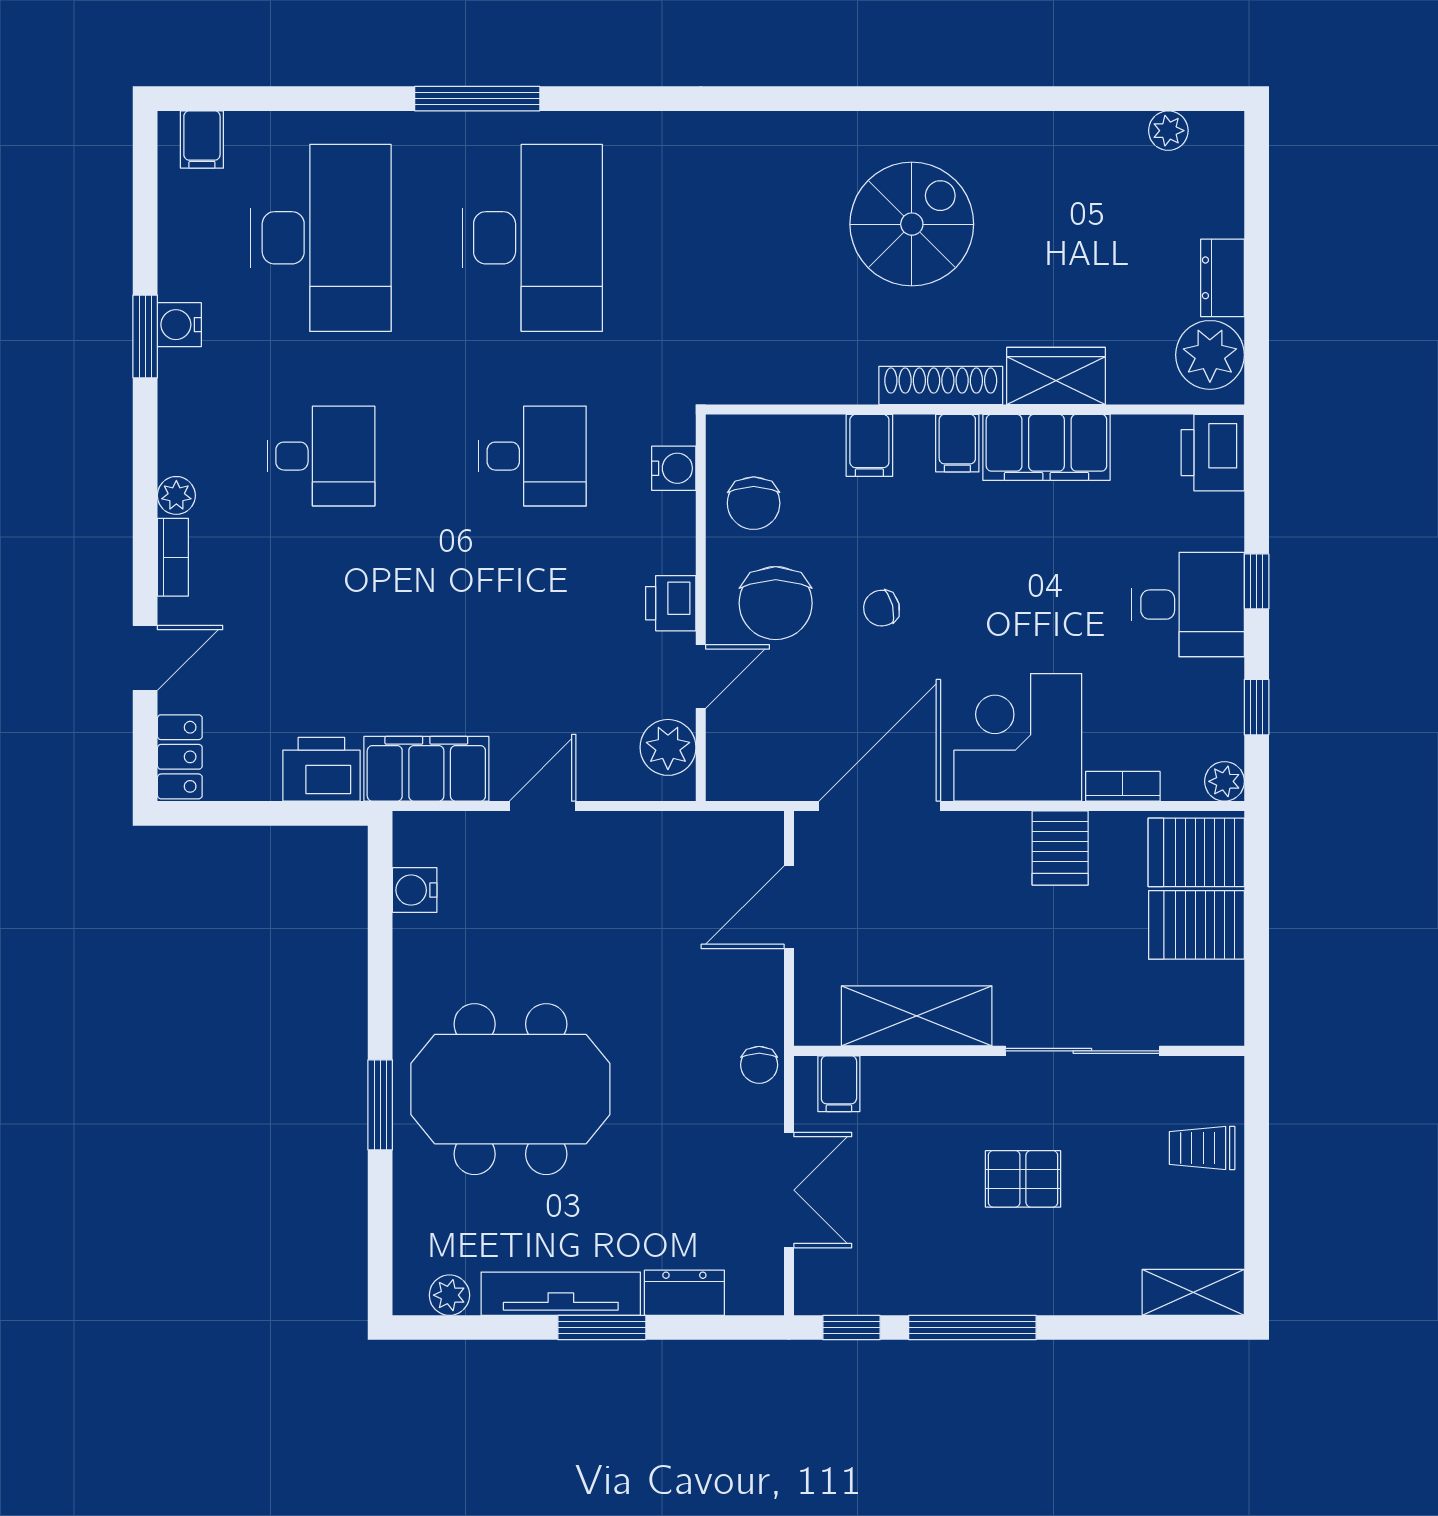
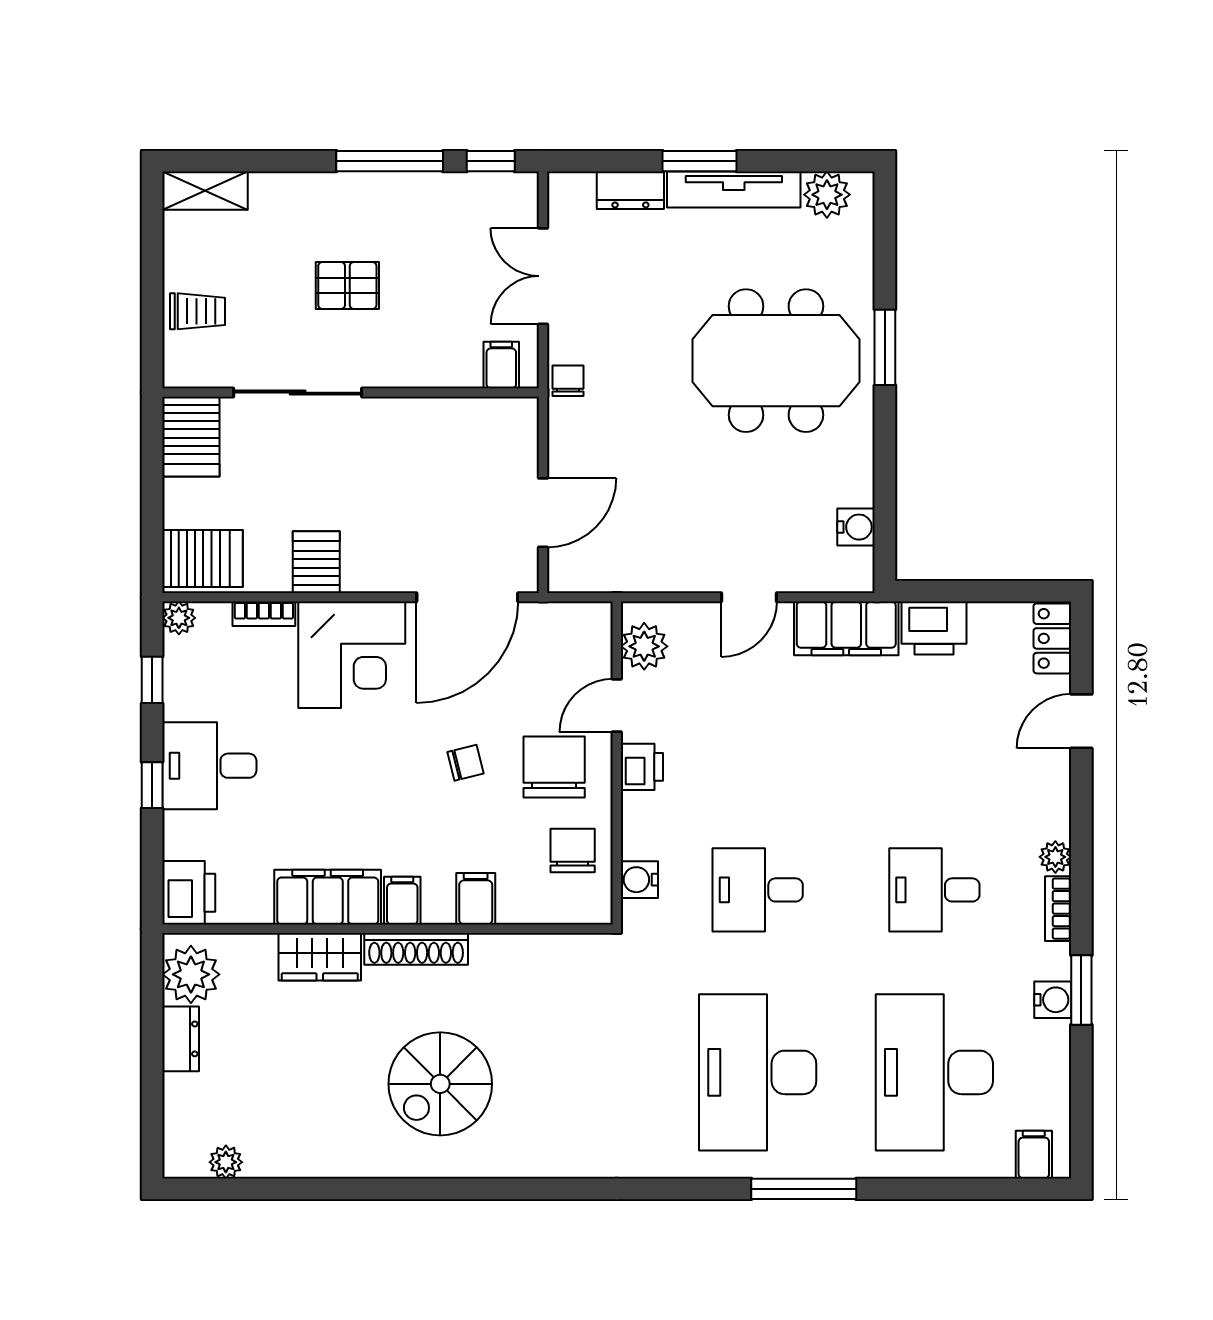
bookcase: (173, 557) -> (1058, 909), moved
server rack: (1196, 925) -> (191, 437), moved, turned 90
shelving: (917, 1016) -> (436, 422), removed
plant: (449, 1295) -> (827, 195), width x1.38, depth x1.38

